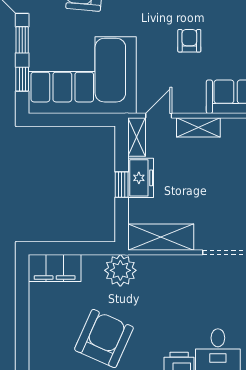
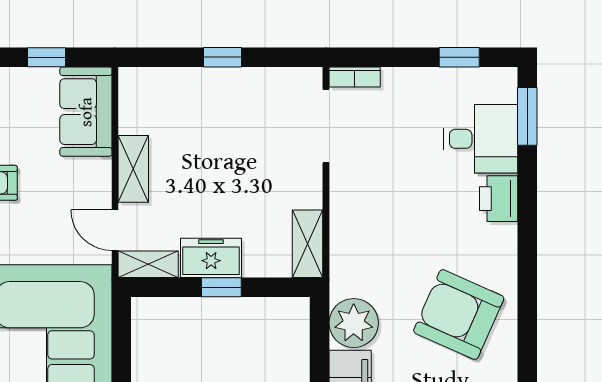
shelving: (161, 237) -> (307, 244), width x0.67, depth x0.75
plant: (120, 270) -> (354, 323), moved

